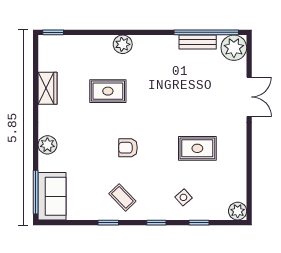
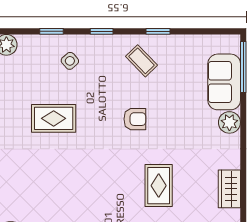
rug: (108, 91) -> (159, 186), turned 90
sofa: (52, 196) -> (224, 82), moved

